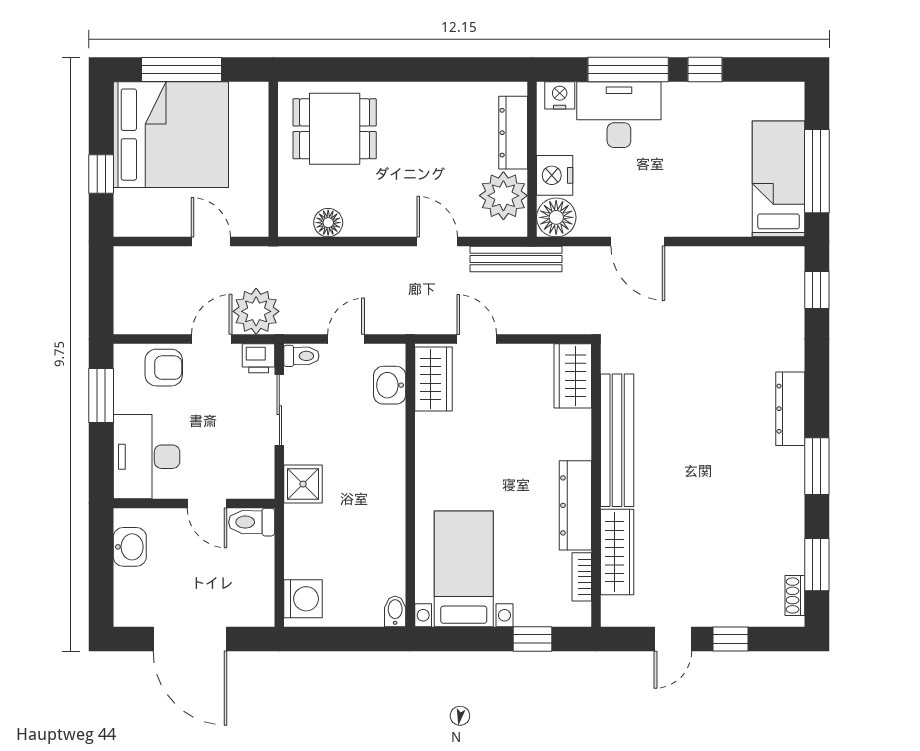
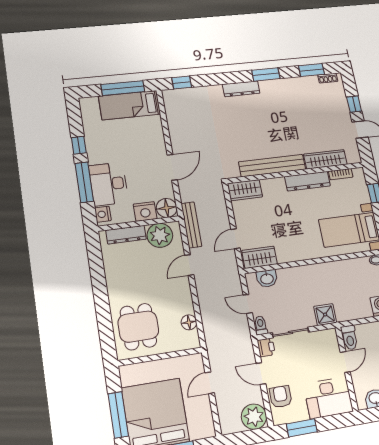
plant: (256, 311) -> (254, 417), moved

